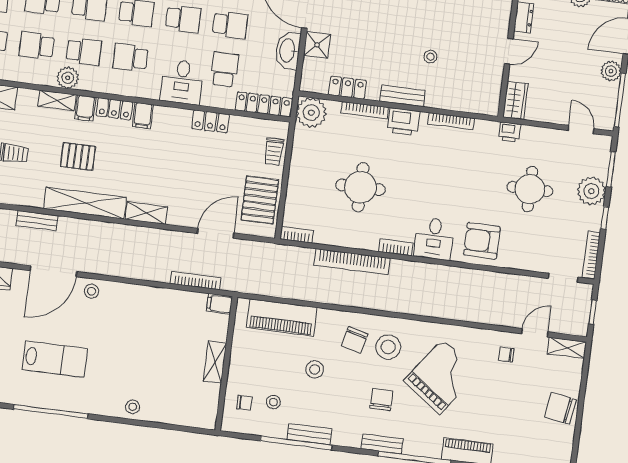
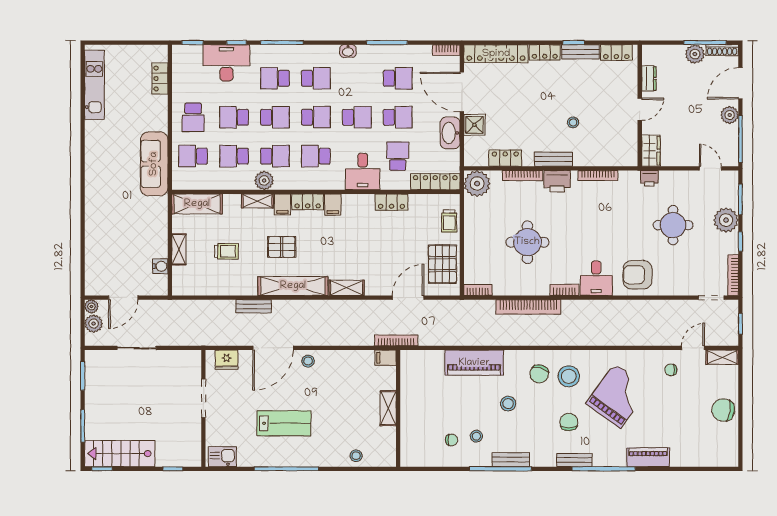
filing cabinet: (219, 304) -> (386, 358), moved
shelving: (215, 362) -> (388, 408), moved
wall: (226, 364) -> (398, 408), moved

